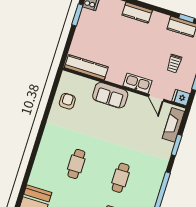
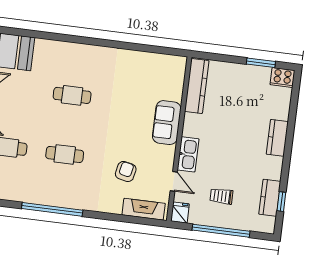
door: (156, 98) -> (174, 181), swing flipped
armchair: (67, 101) -> (126, 171), moved, turned -78
window: (177, 145) -> (119, 218), removed

